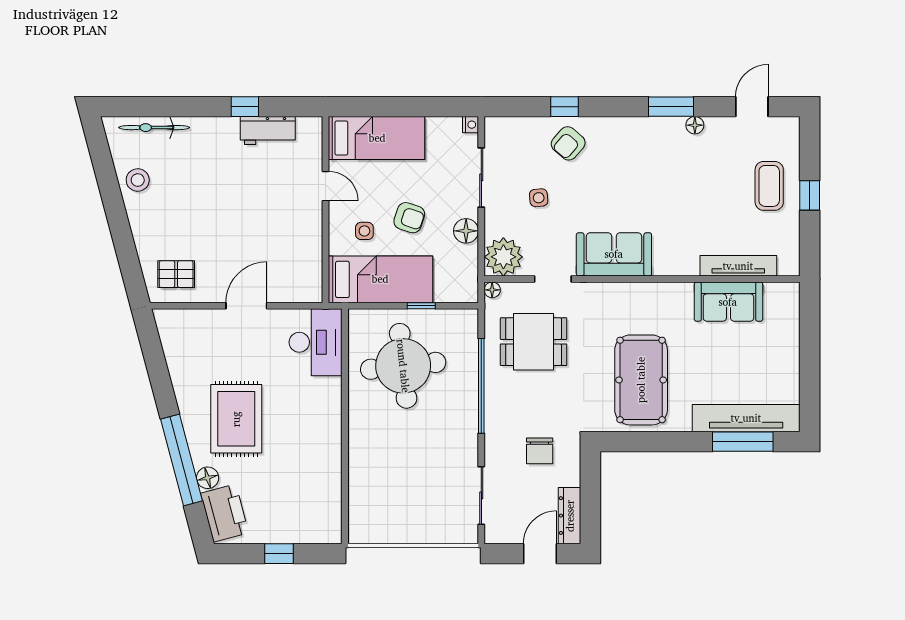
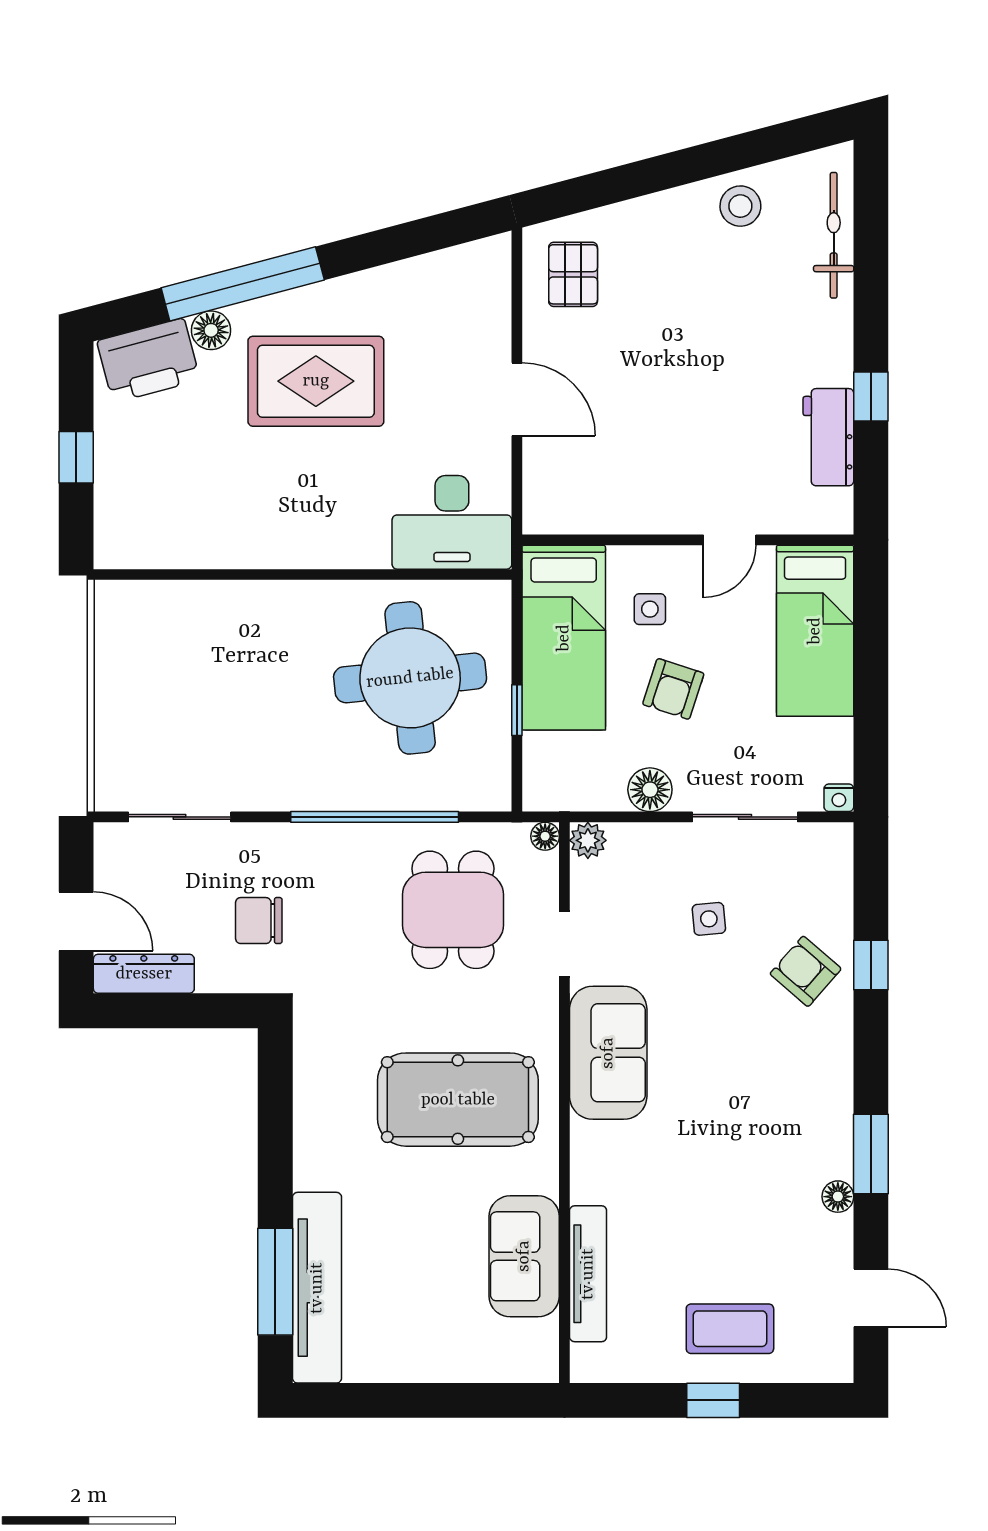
plant: (503, 257) -> (588, 840), width x0.53, depth x0.53
pool table: (641, 380) -> (458, 1100), moved

